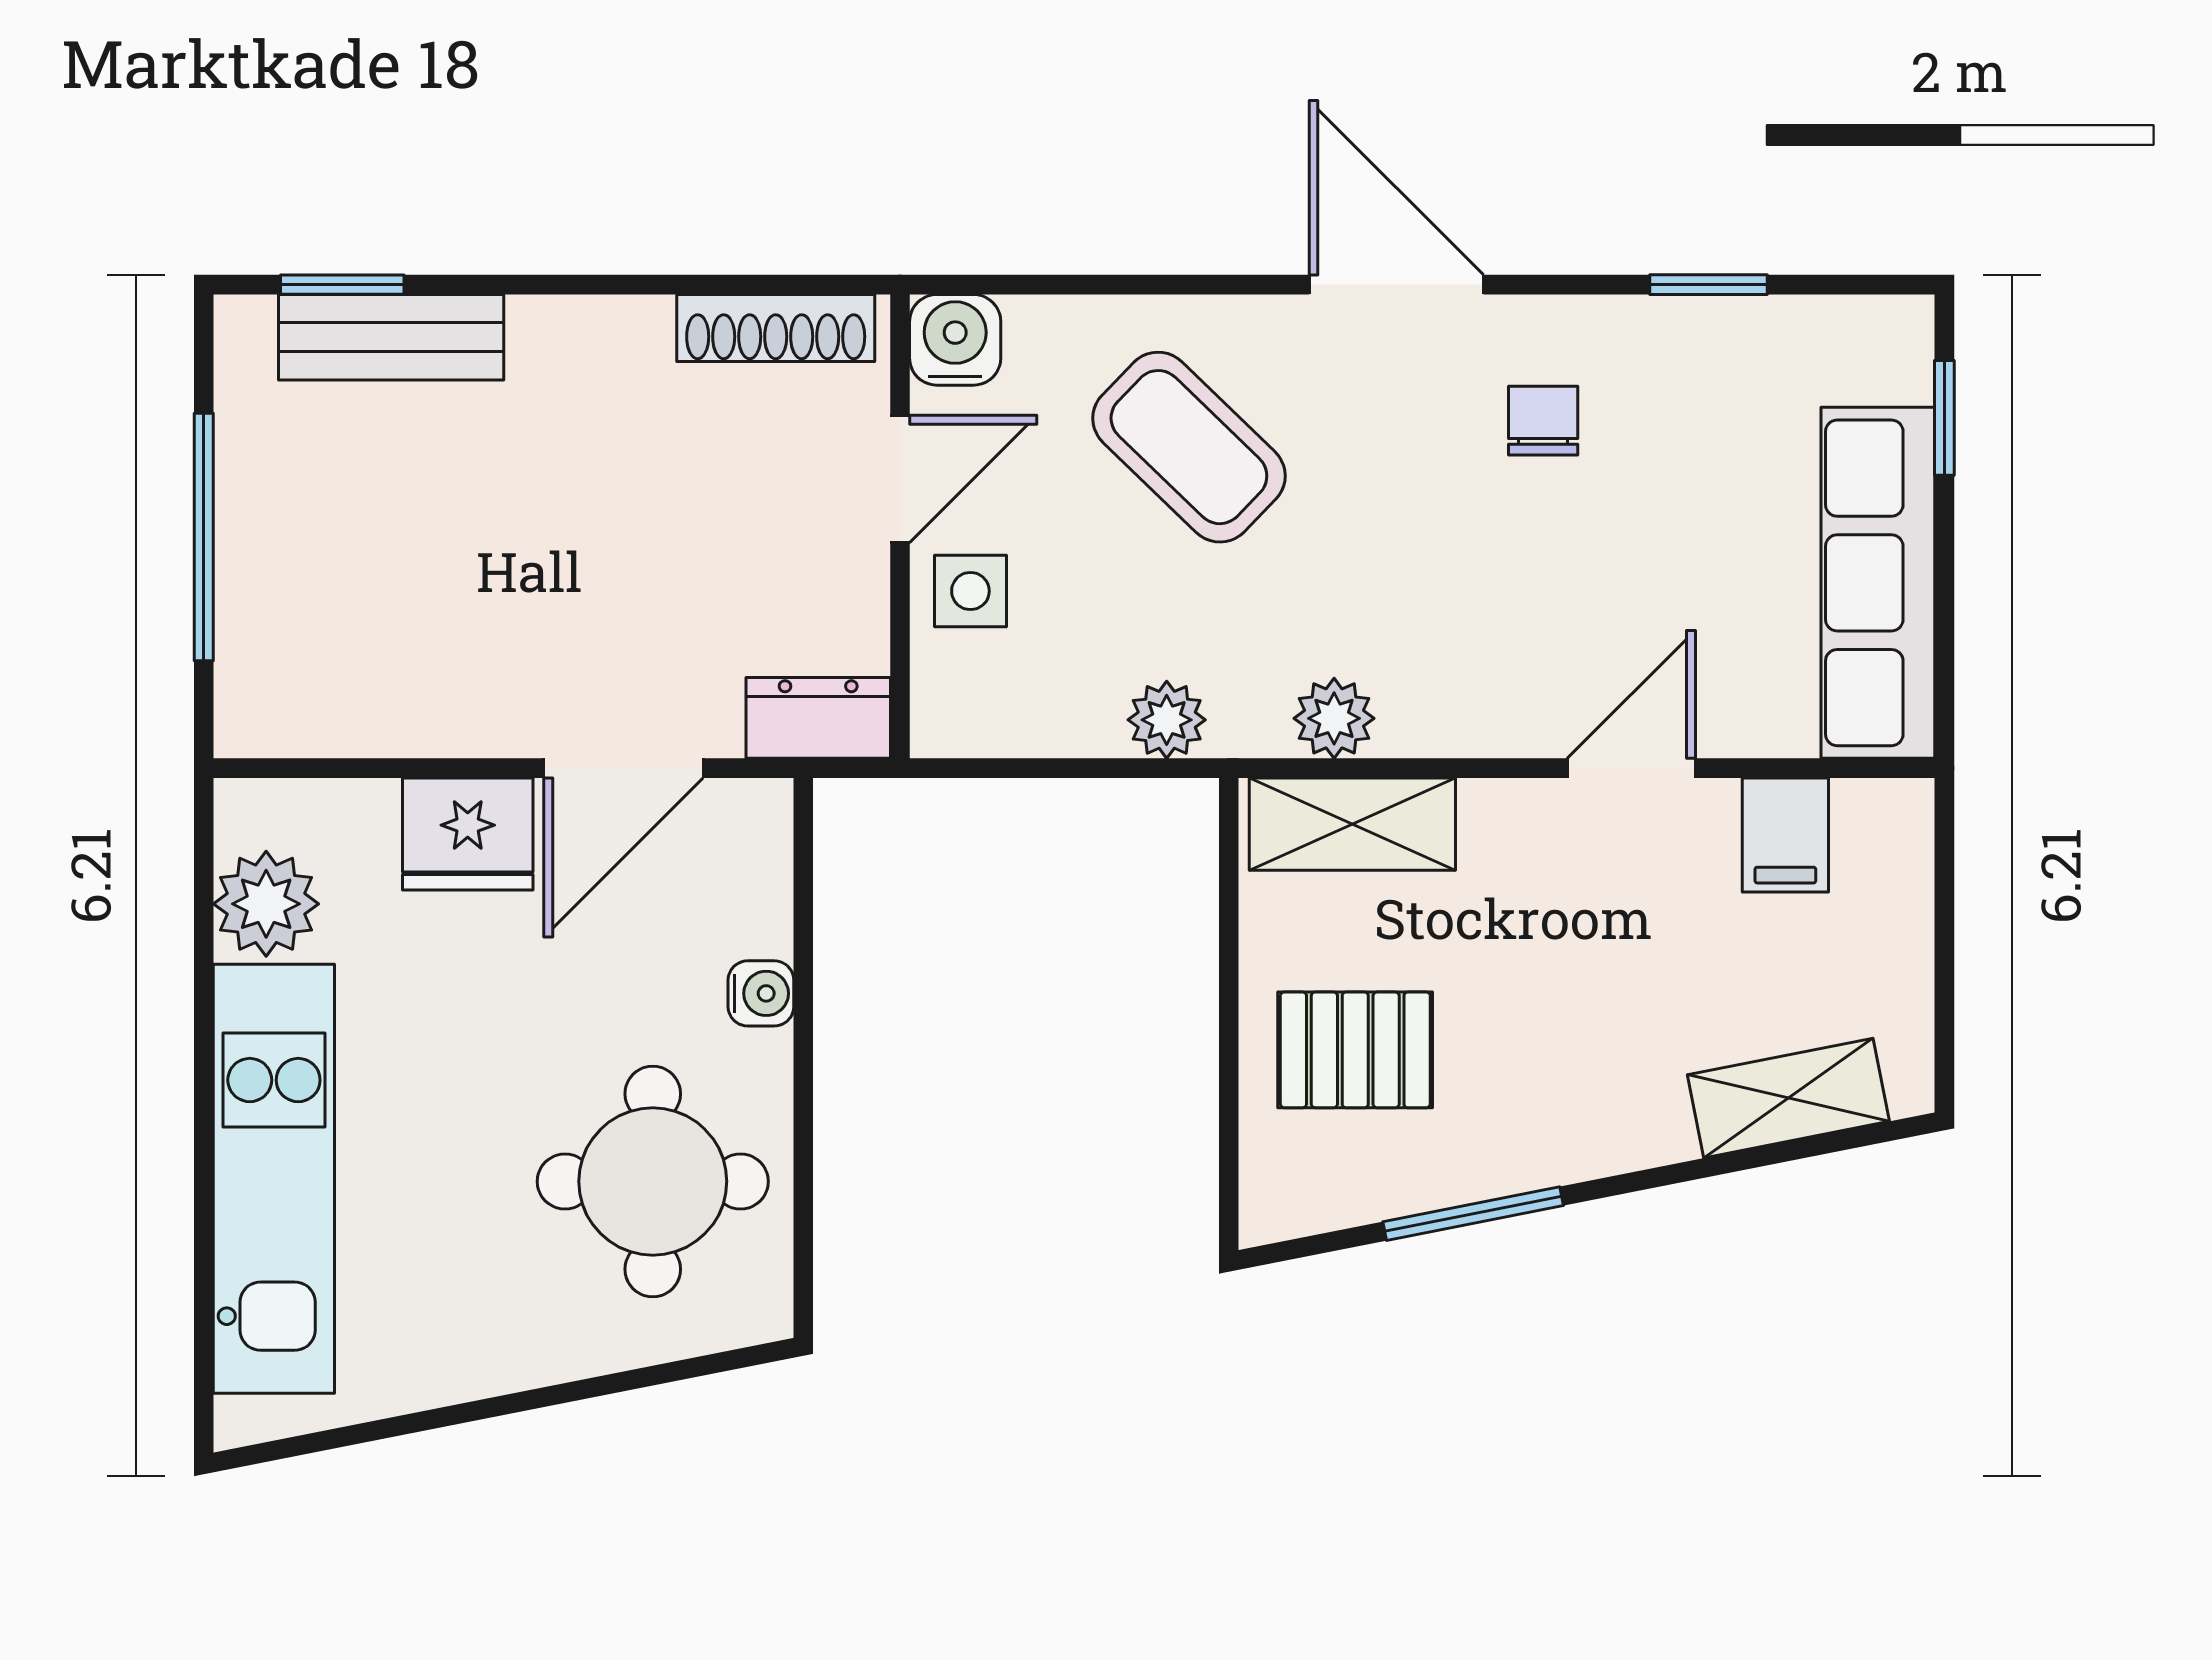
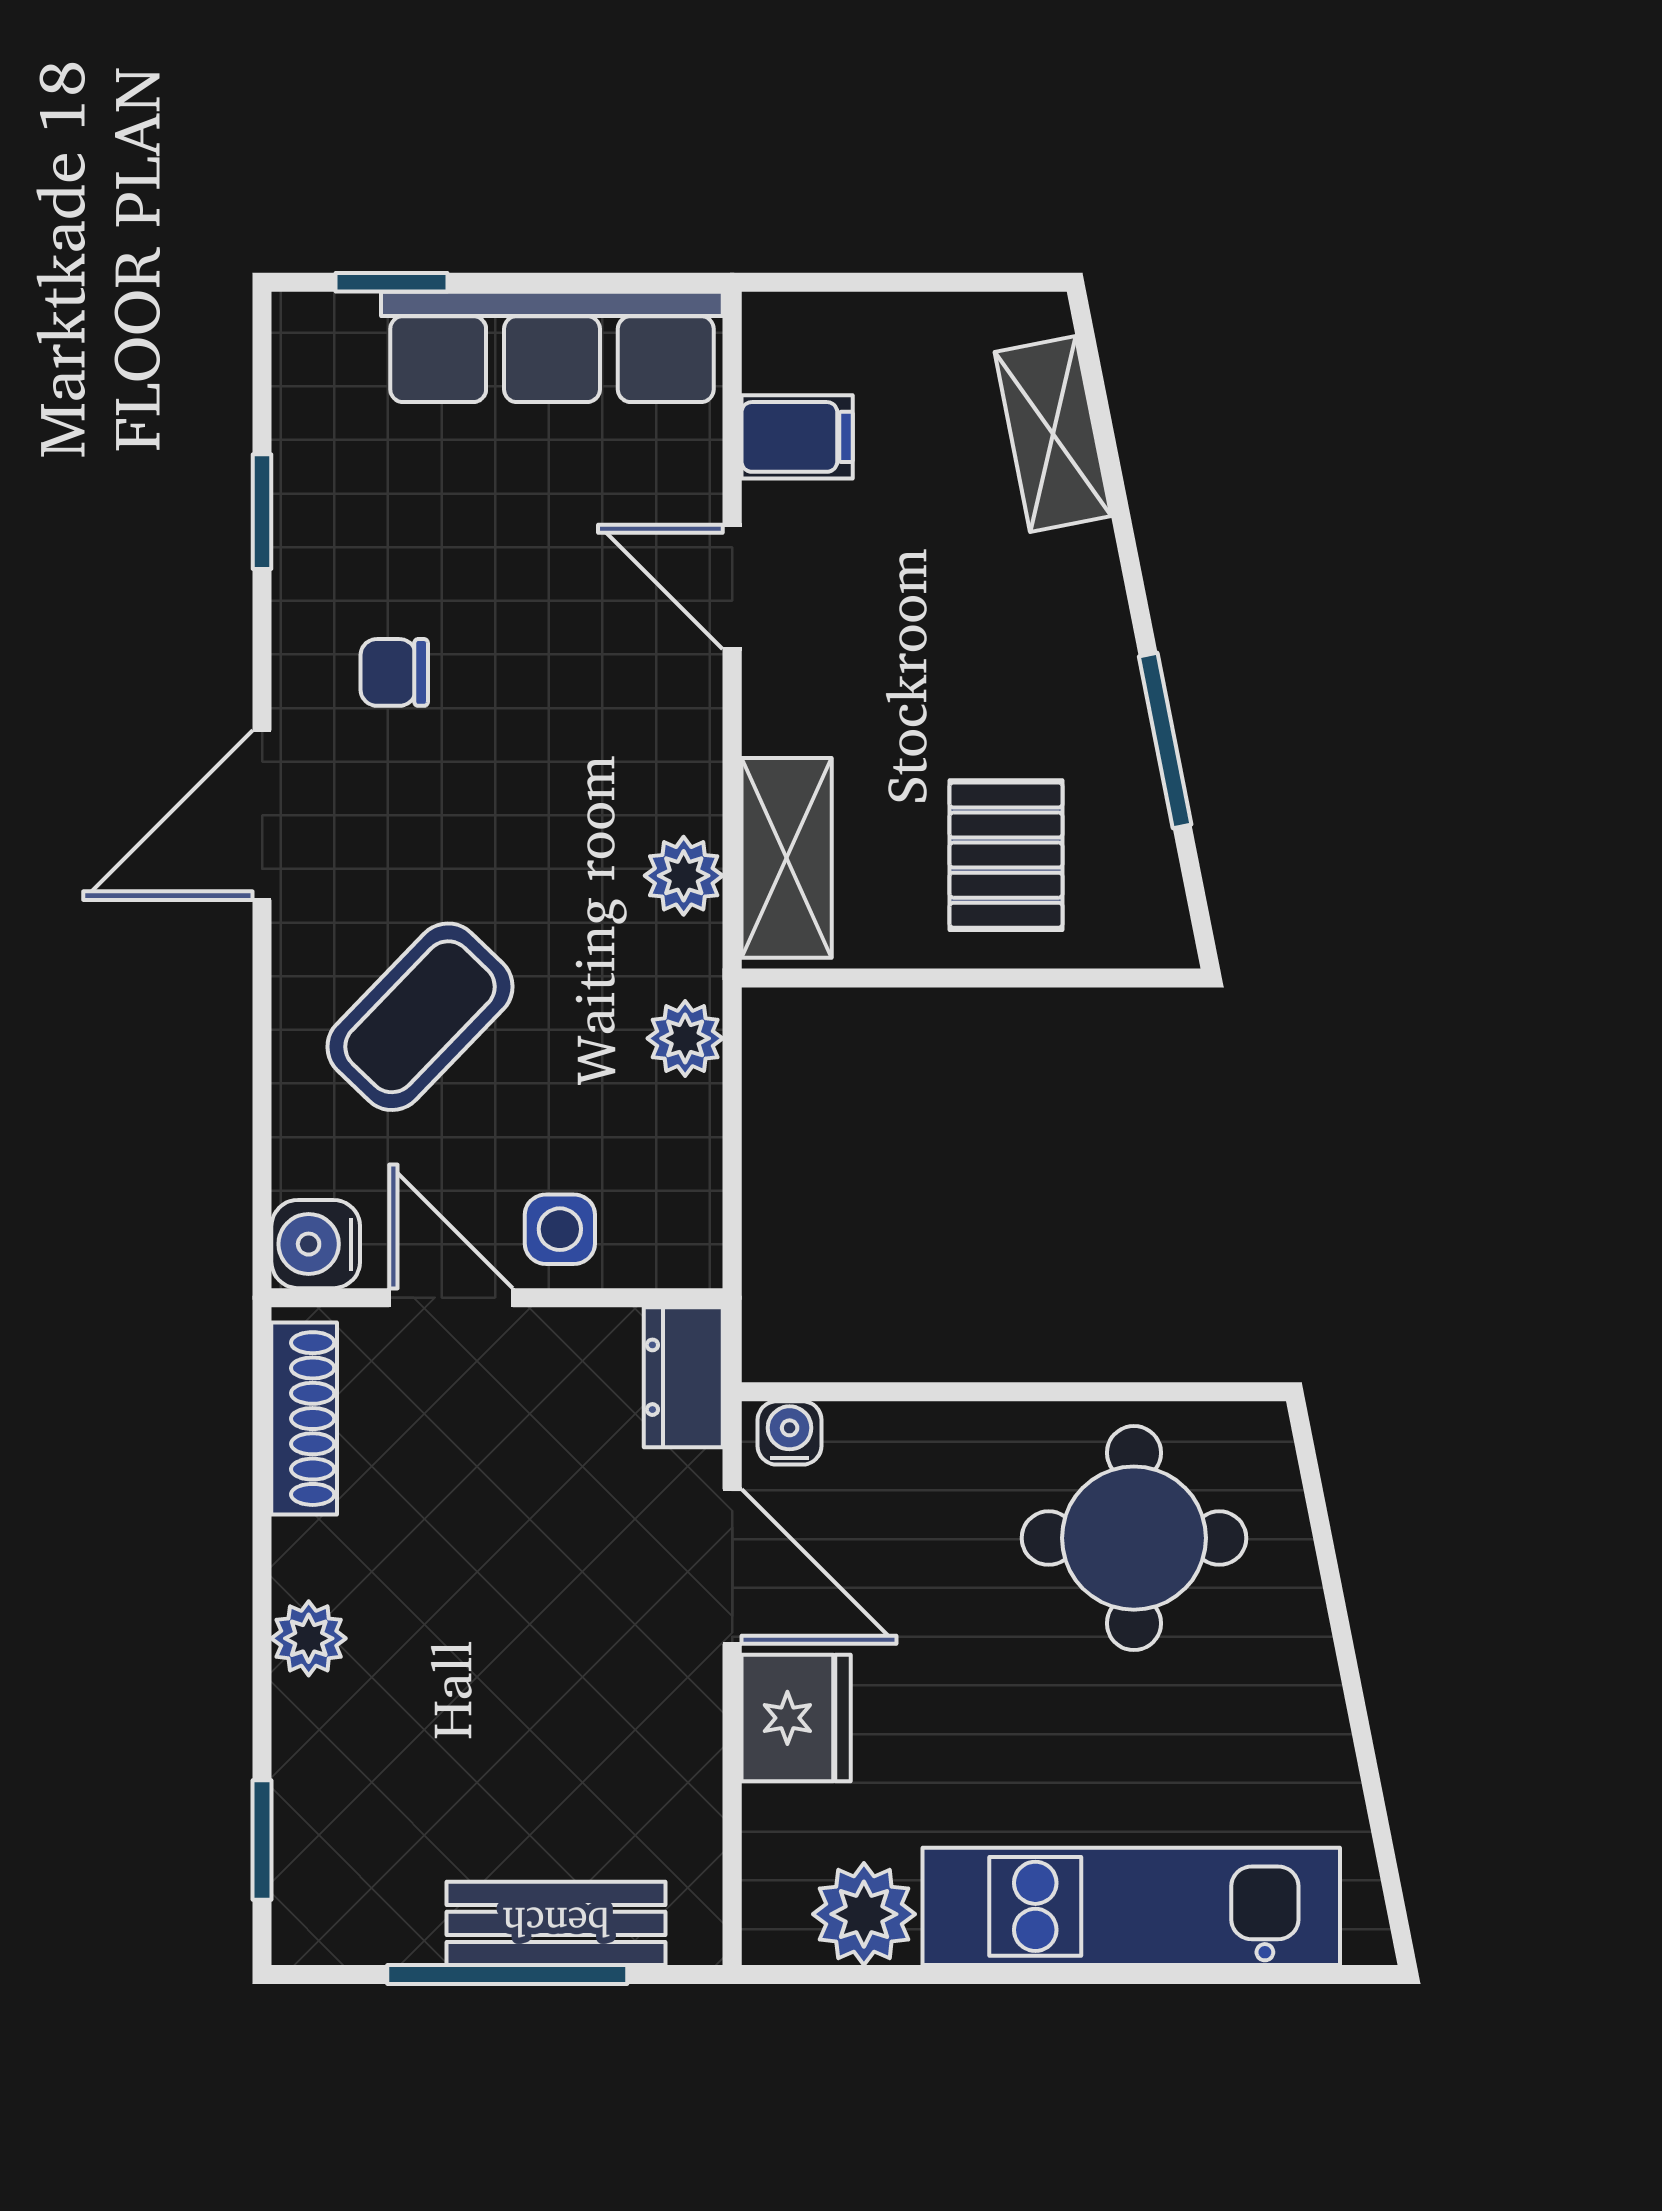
plant: (550, 333) -> (309, 1638), added
bench: (391, 337) -> (556, 1923), moved, turned 90
water cooler: (761, 993) -> (790, 1433), moved

